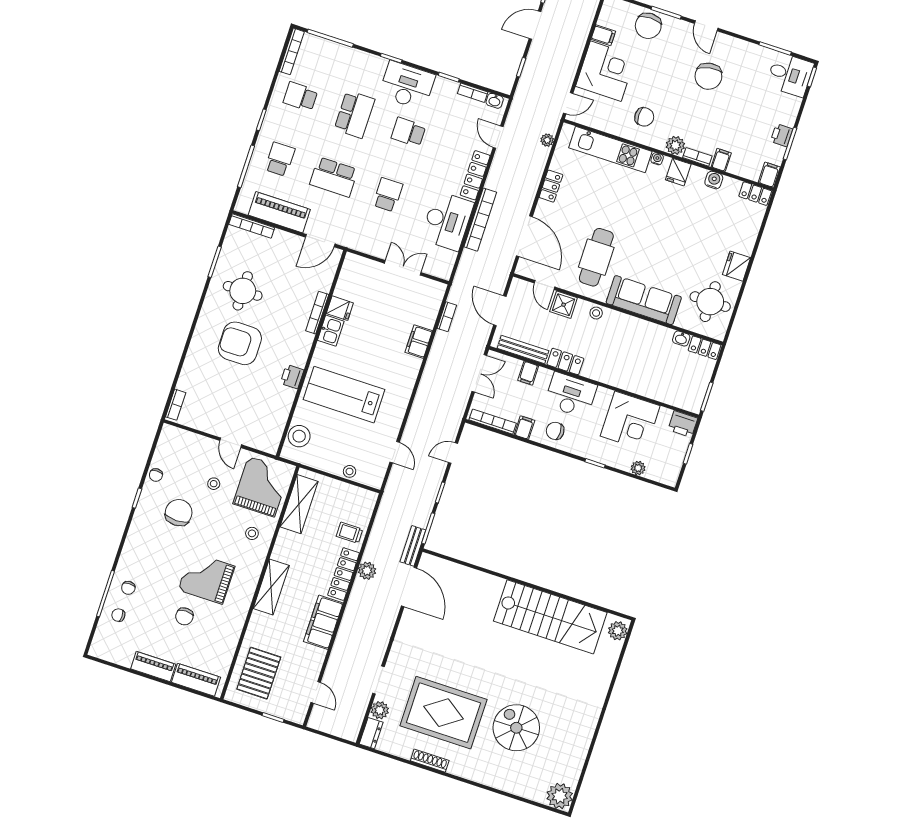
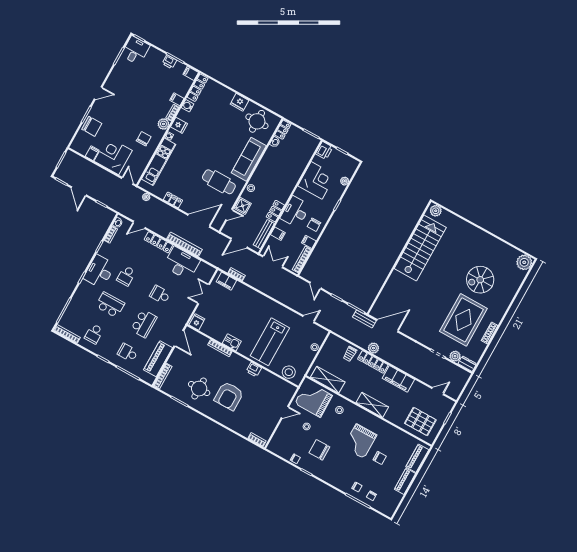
chair: (708, 76) -> (127, 97), removed
locker: (755, 194) -> (198, 88), width x1.53
fridge: (340, 308) -> (197, 322), moved
filing cabinet: (419, 342) -> (226, 281), moved

